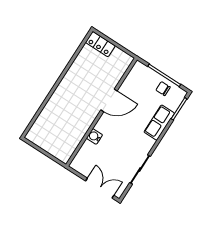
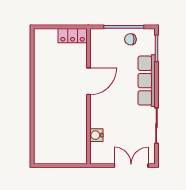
locker: (100, 44) -> (73, 36), moved
row of seats: (159, 123) -> (147, 81), width x1.48
water cooler: (94, 136) -> (96, 135), moved

